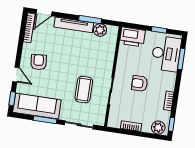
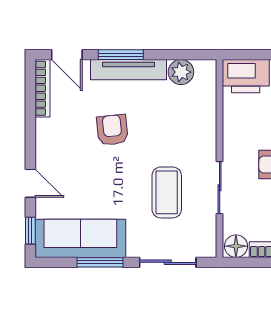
door: (44, 13) -> (67, 55), hinge flipped
window: (90, 20) -> (121, 55), moved
armchair: (39, 62) -> (112, 130), moved
floor lamp: (115, 122) -> (236, 246), added

